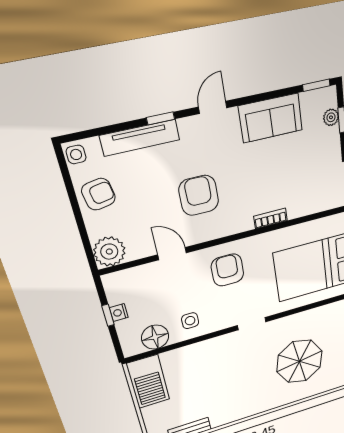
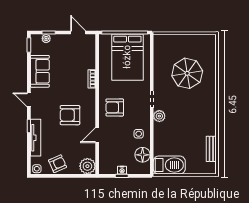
armchair: (98, 194) -> (58, 164), turned 76
plant: (226, 343) -> (159, 116), added

